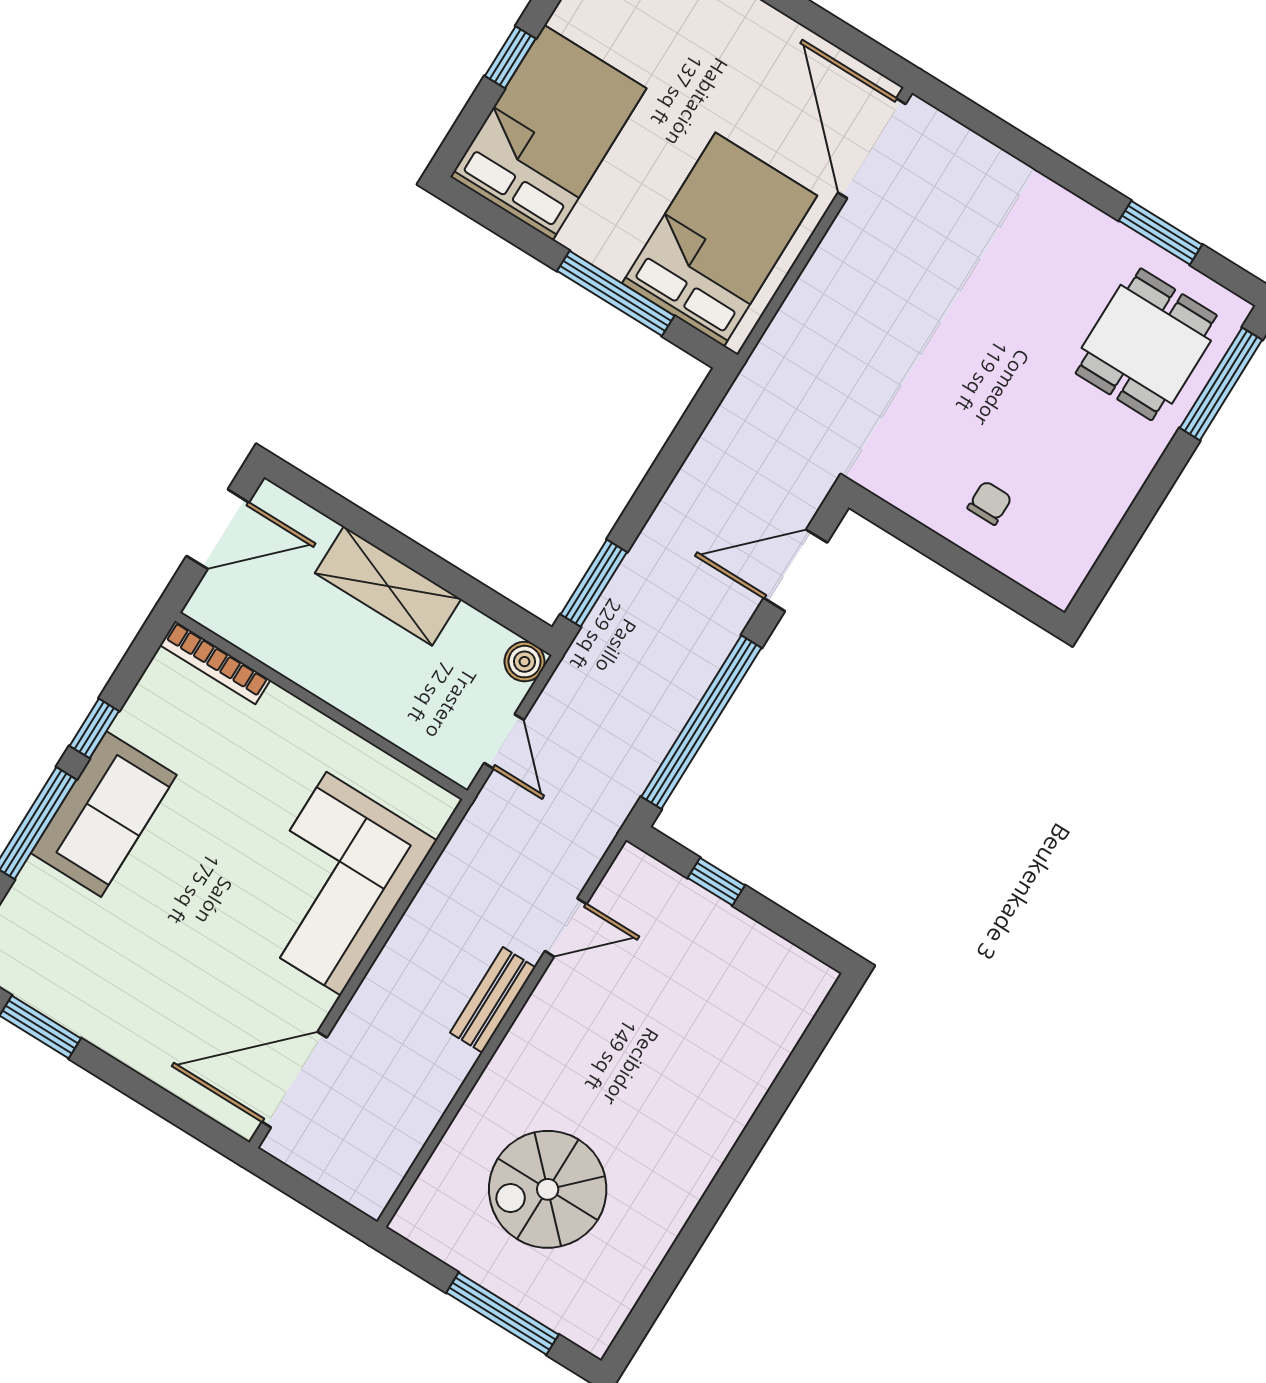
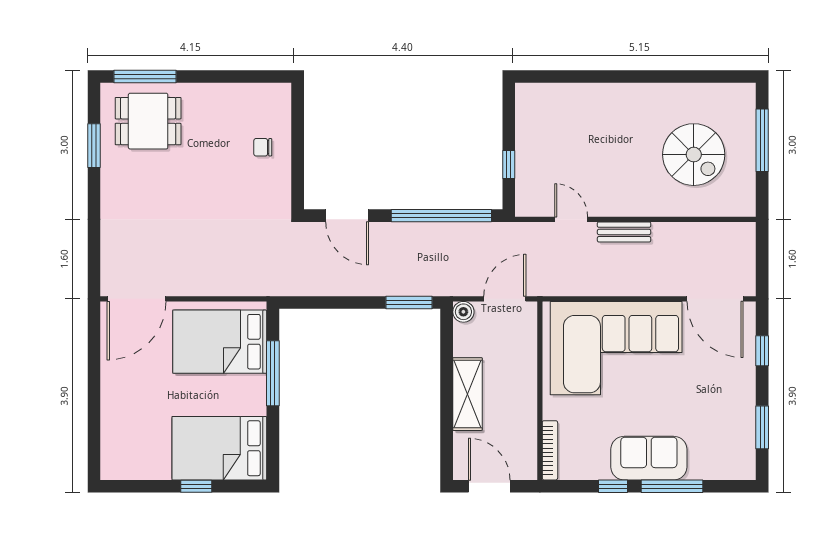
door: (504, 741) -> (505, 299), width x1.38
corner sofa: (334, 884) -> (616, 348), width x1.36, depth x1.36
window: (164, 1104) -> (762, 351), added

